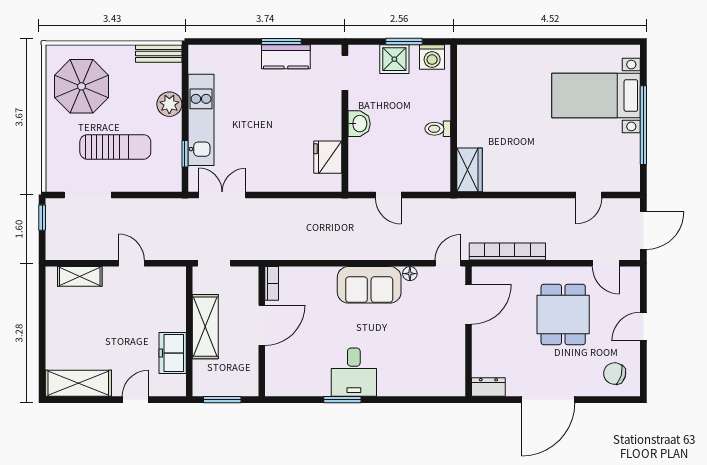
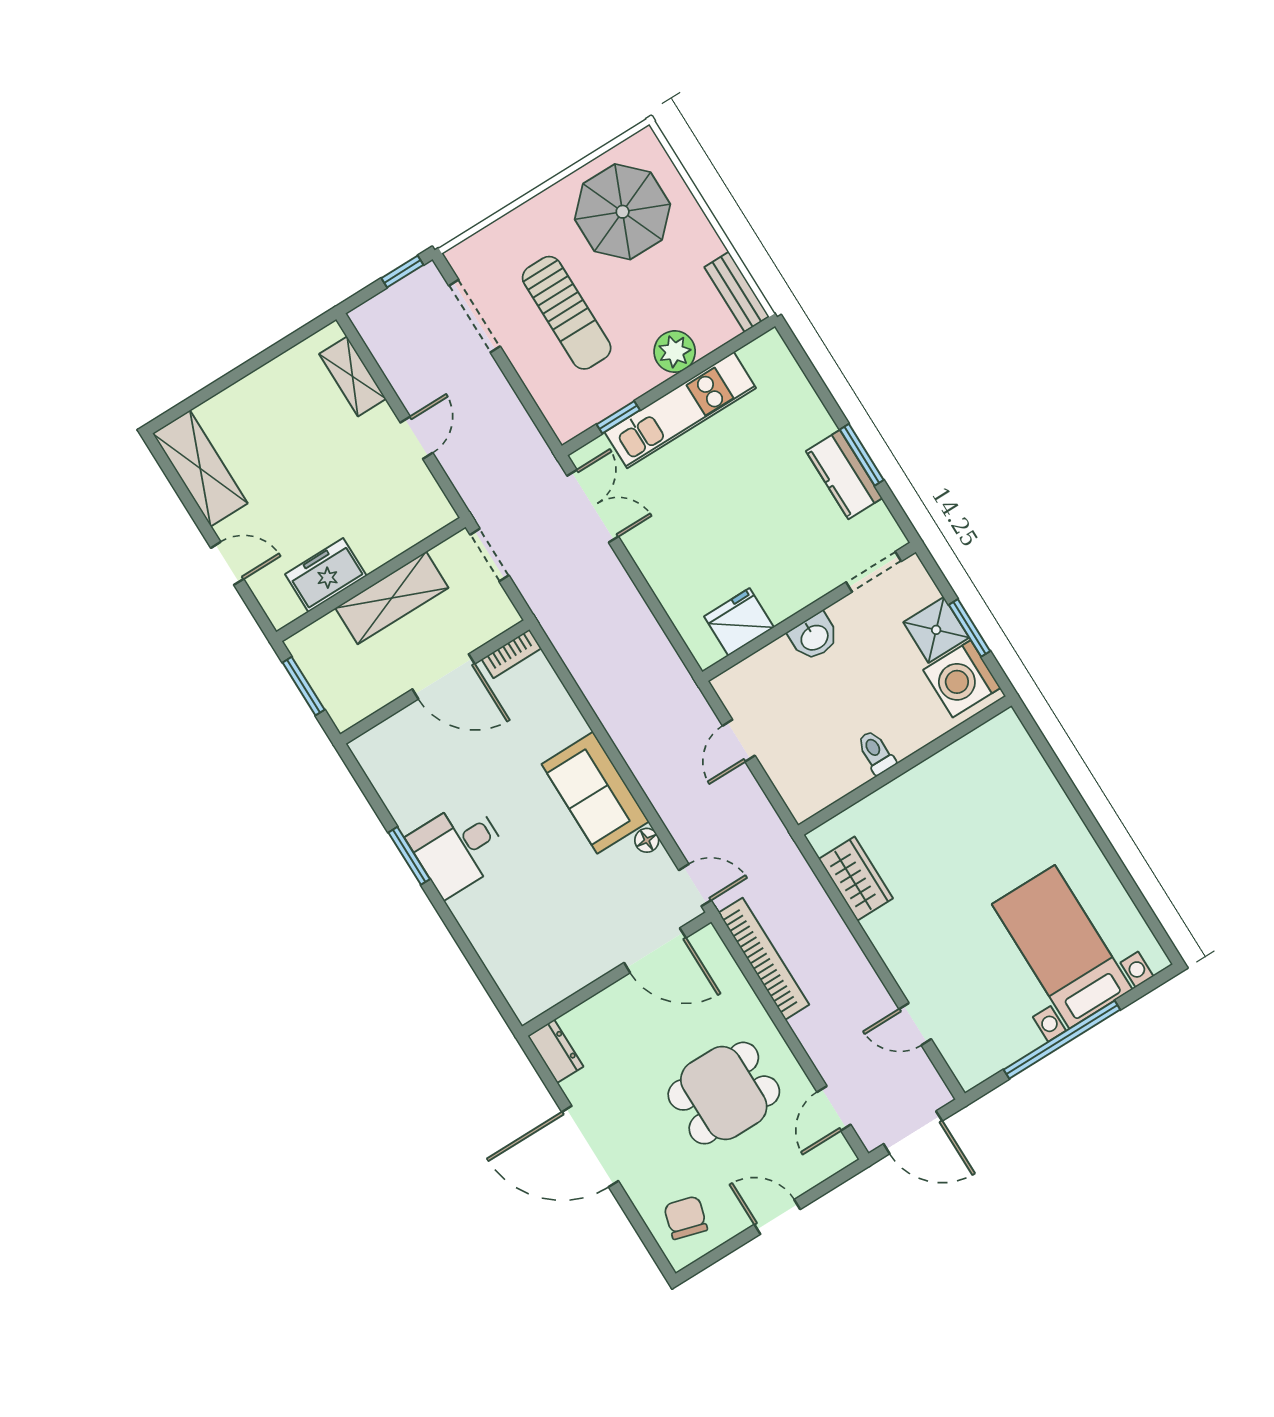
washing machine: (432, 57) -> (962, 679), width x1.37, depth x1.37
wardrobe: (470, 170) -> (856, 879), moved, turned -90

